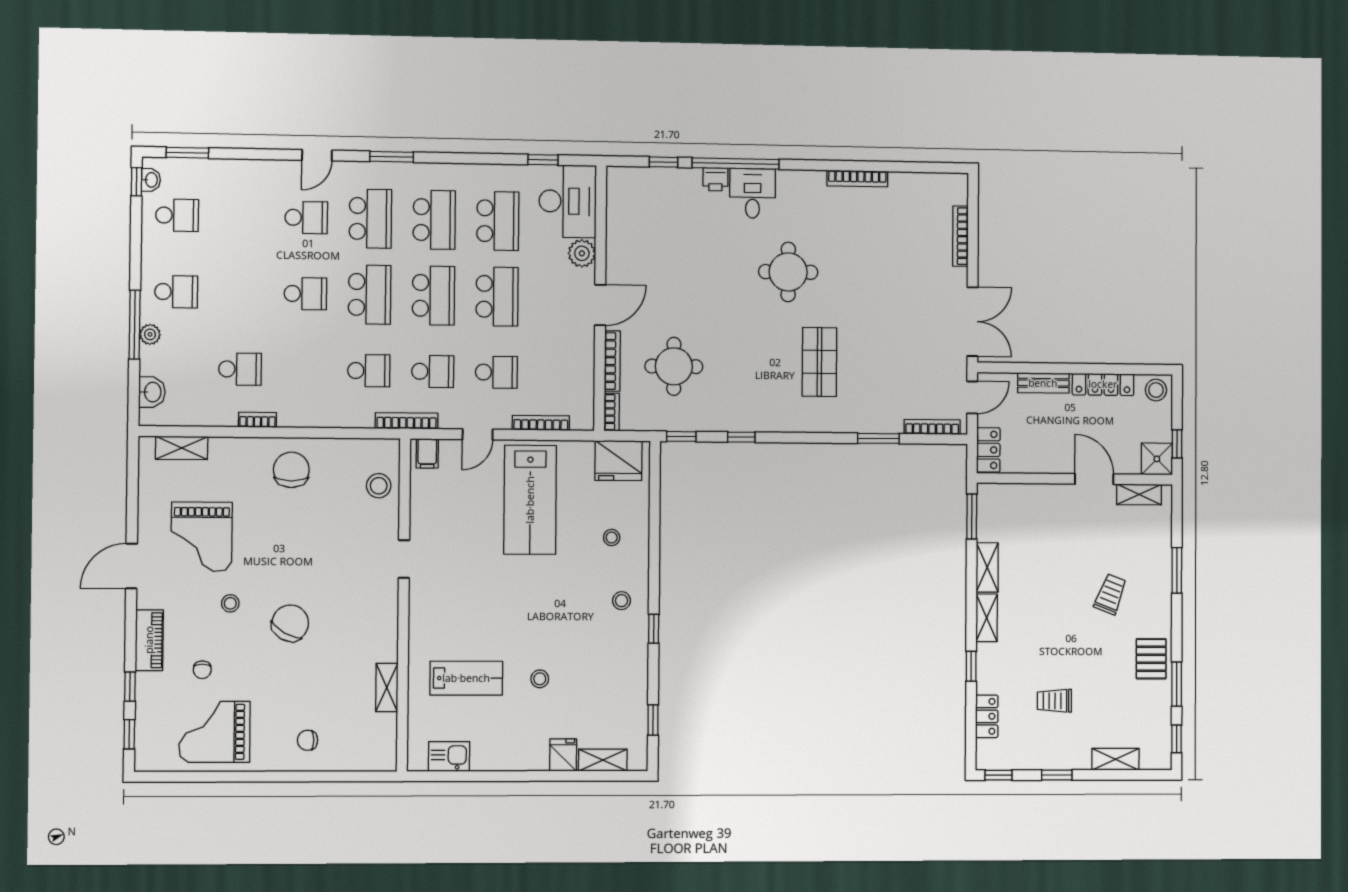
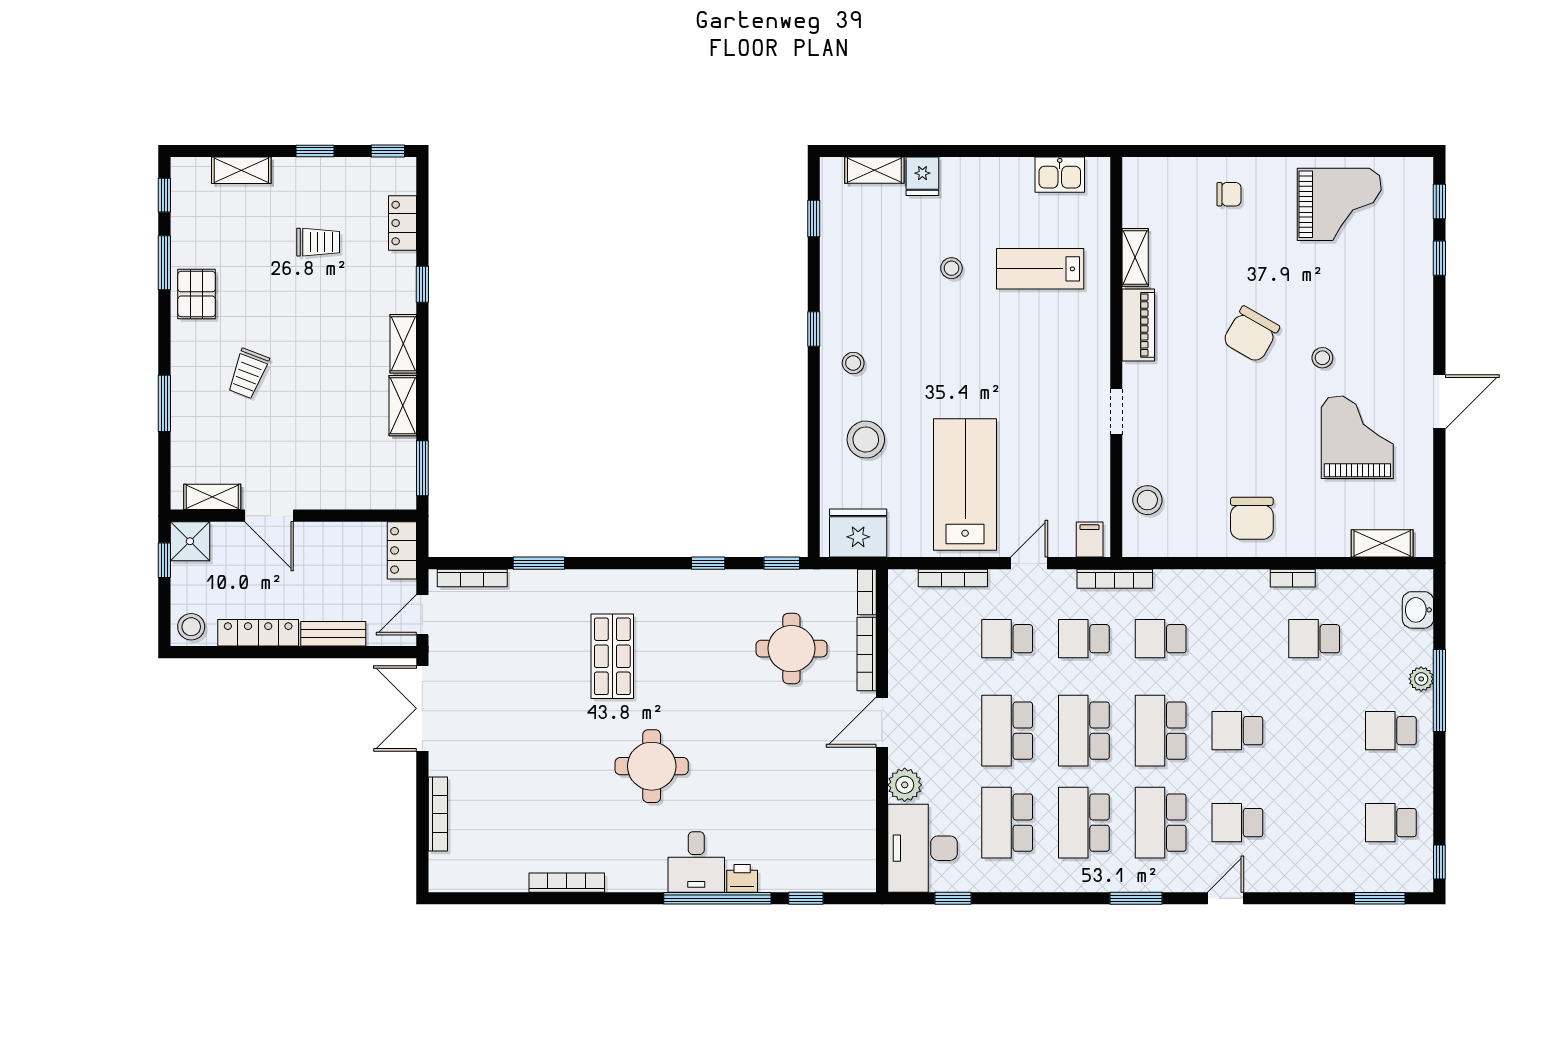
washbasin: (151, 180) -> (1422, 865), removed
stool: (612, 538) -> (866, 440), width x1.89, depth x1.89
piano: (149, 640) -> (1138, 325), moved, turned 180
chair: (202, 670) -> (1355, 278), removed

